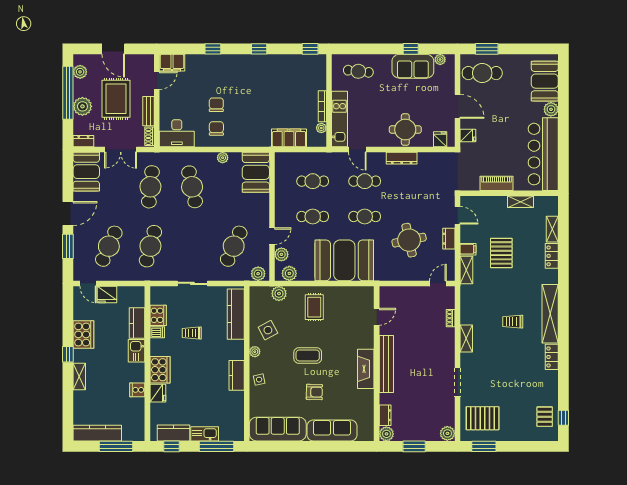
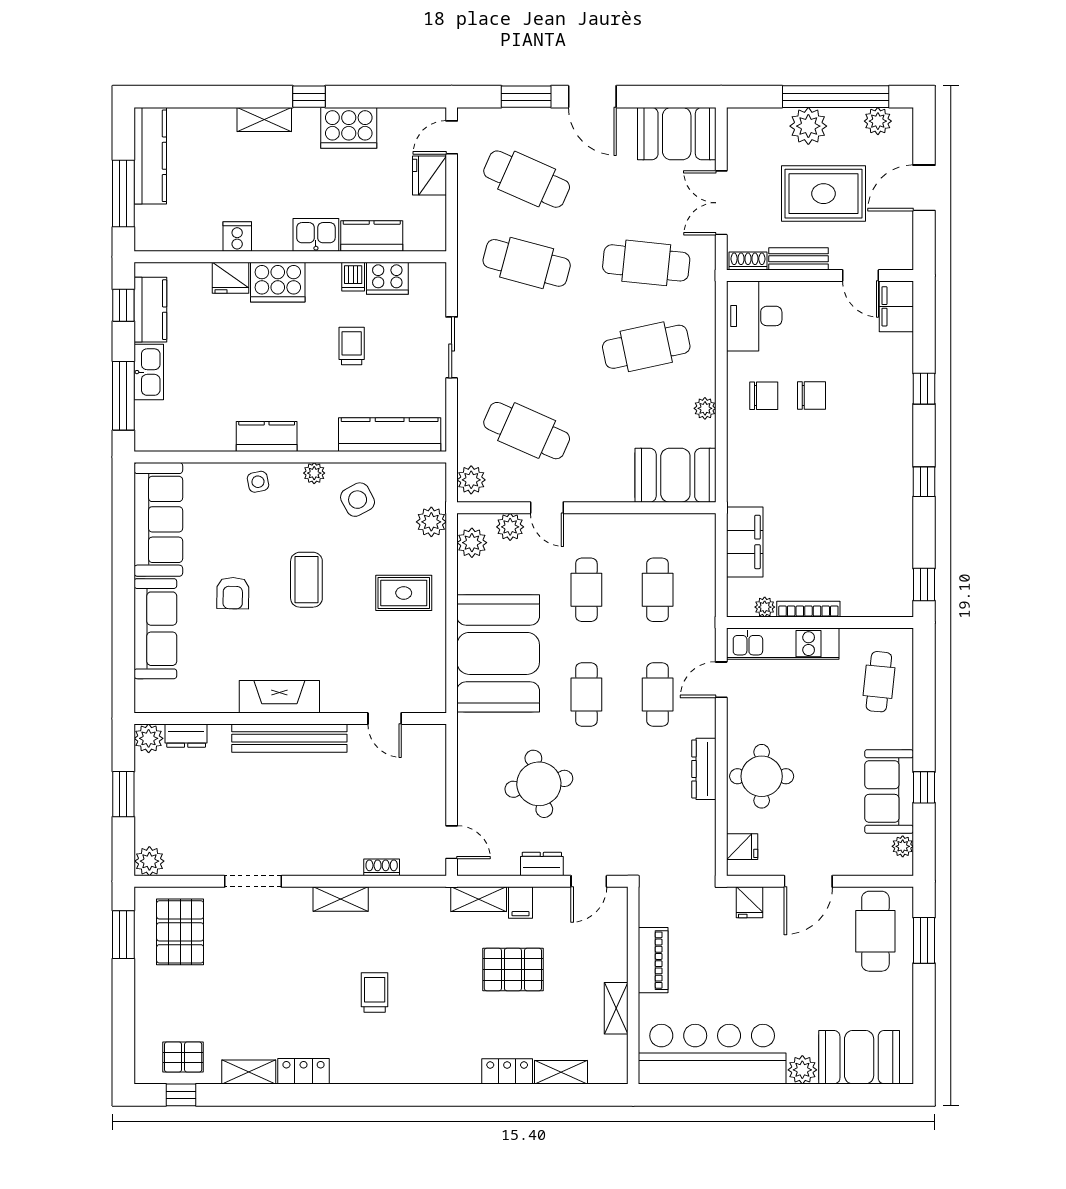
dresser: (83, 141) -> (738, 128), removed
shelving: (550, 314) -> (249, 1072), moved, width x0.45, depth x0.75

